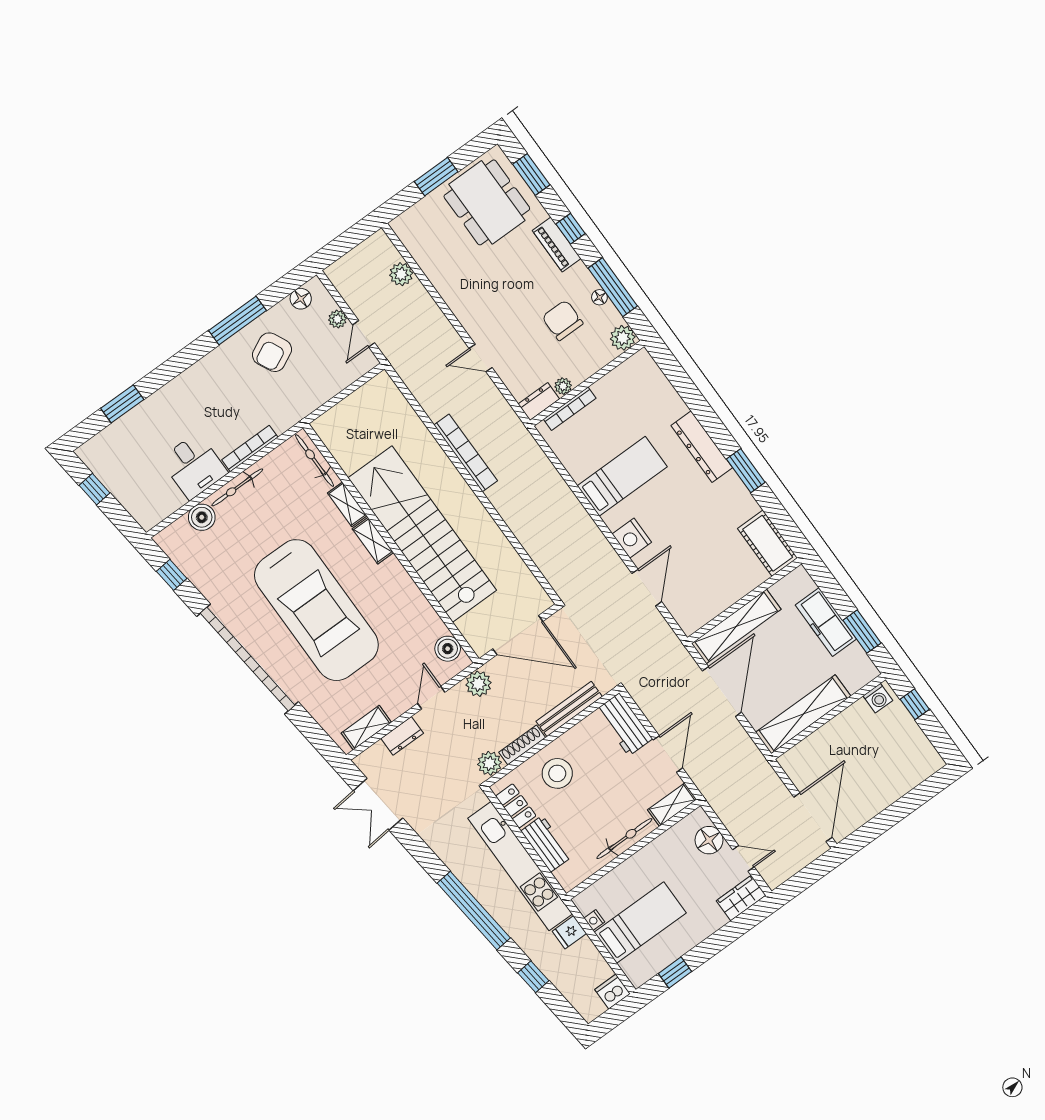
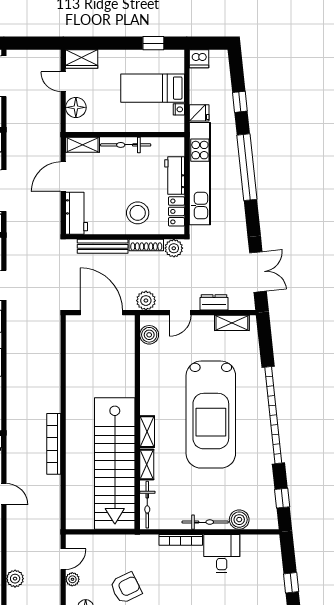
stairs: (422, 534) -> (115, 463), moved
car: (316, 610) -> (211, 415), turned 180

